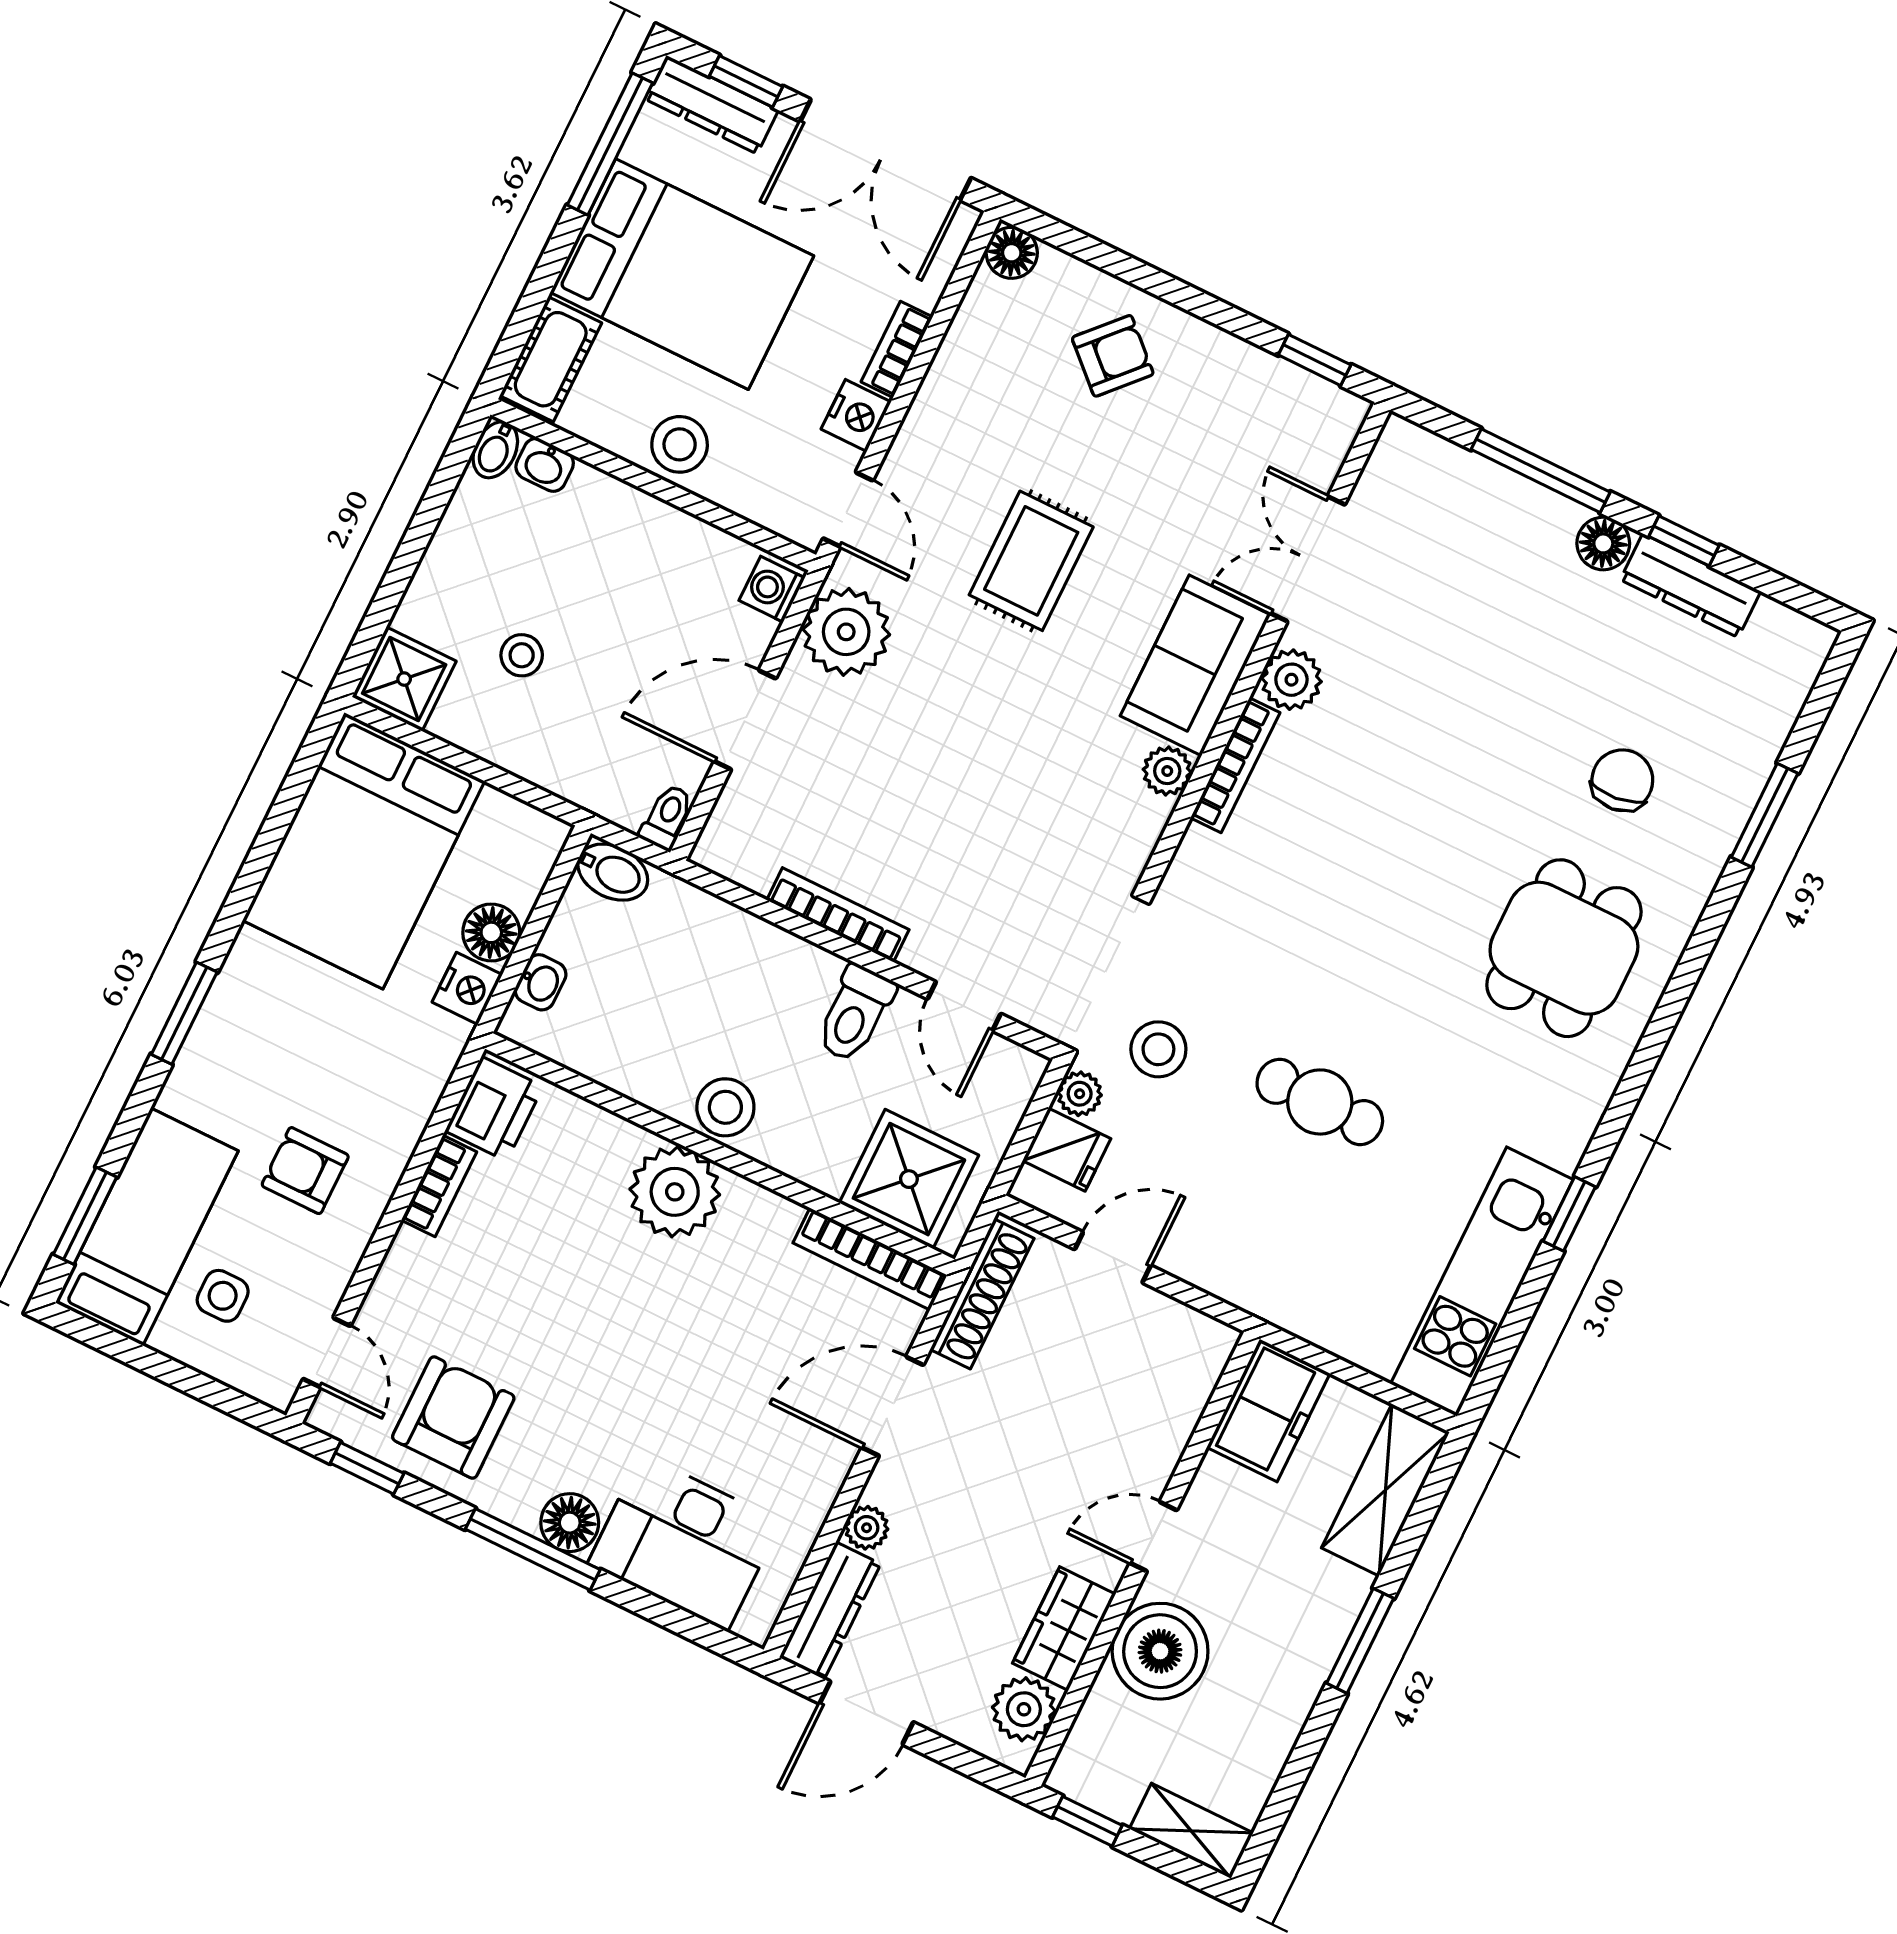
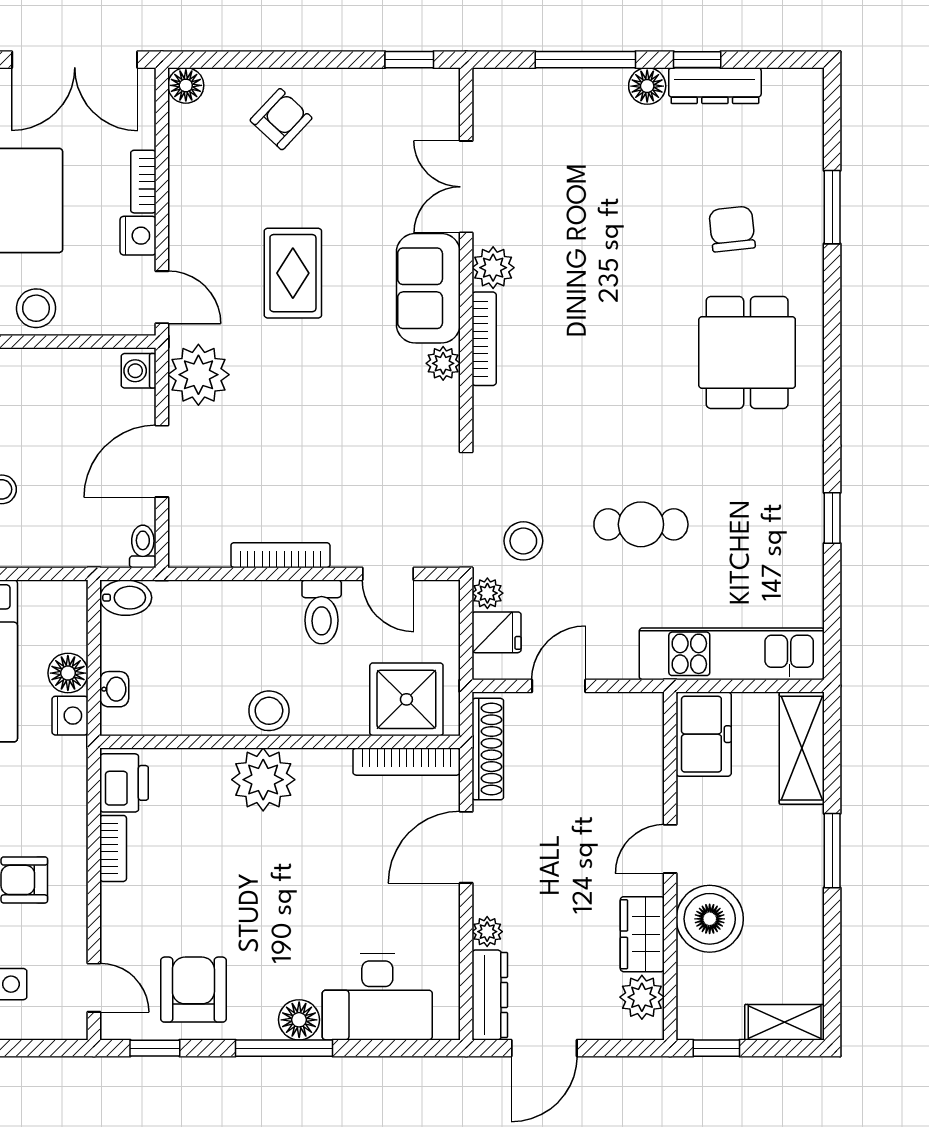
kitchen unit: (1482, 1282) -> (732, 654), moved, turned 90

